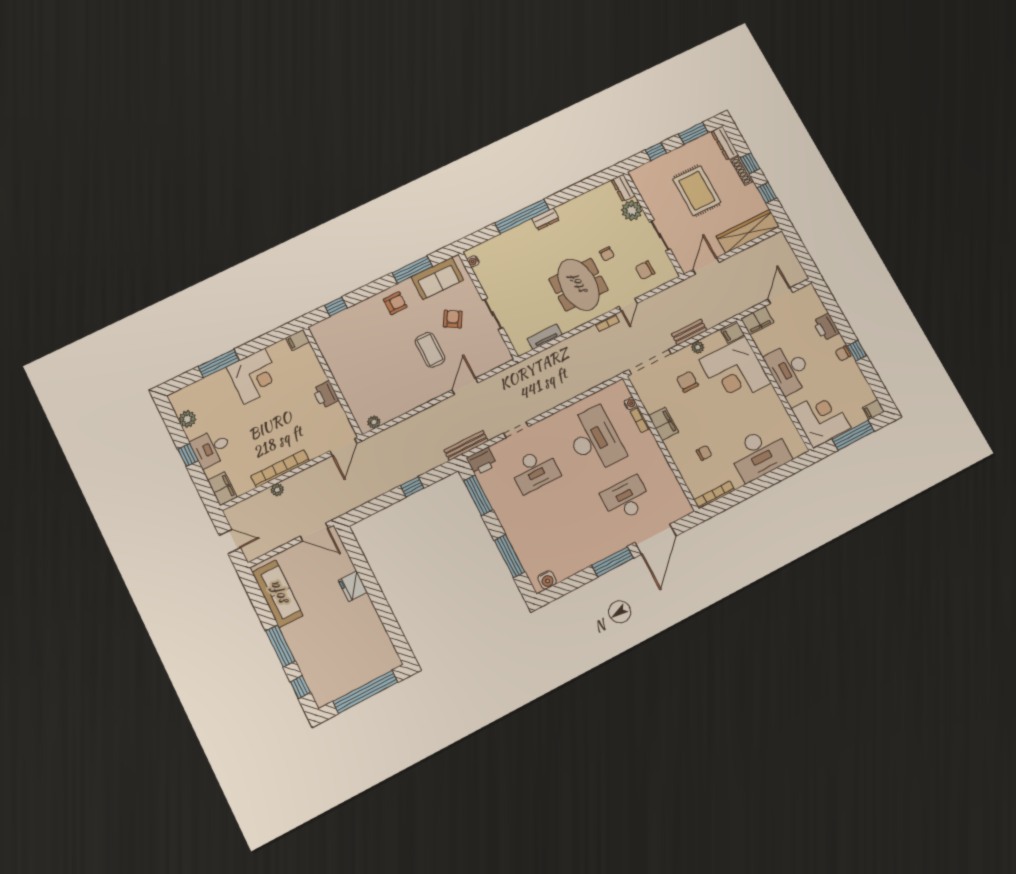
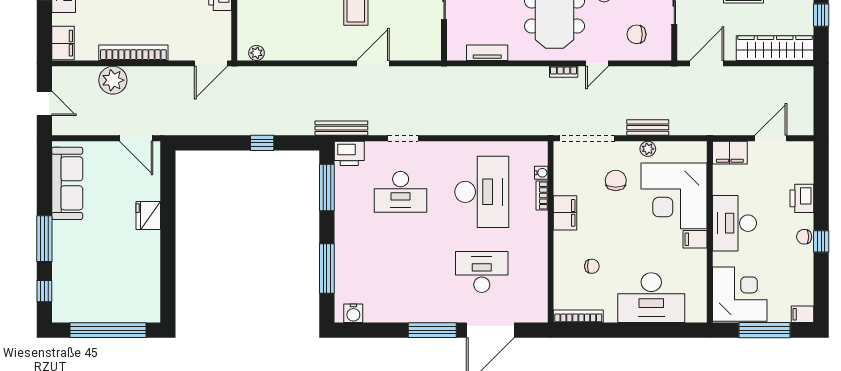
filing cabinet: (733, 333) -> (695, 239), moved
plant: (277, 490) -> (113, 80), width x1.88, depth x1.88

